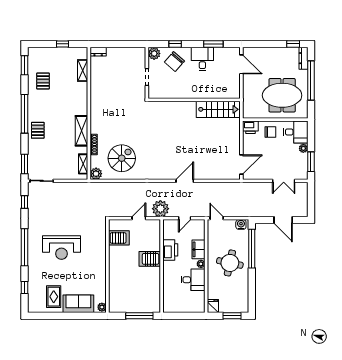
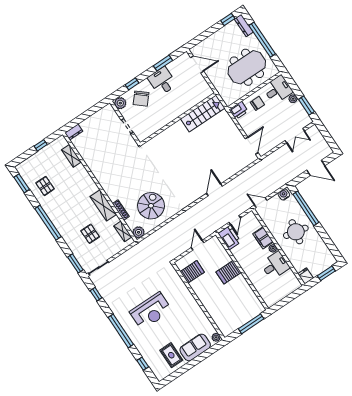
pallet: (38, 130) -> (90, 234), moved
plant: (160, 209) -> (210, 226), removed
printer: (170, 250) -> (229, 238), moved

